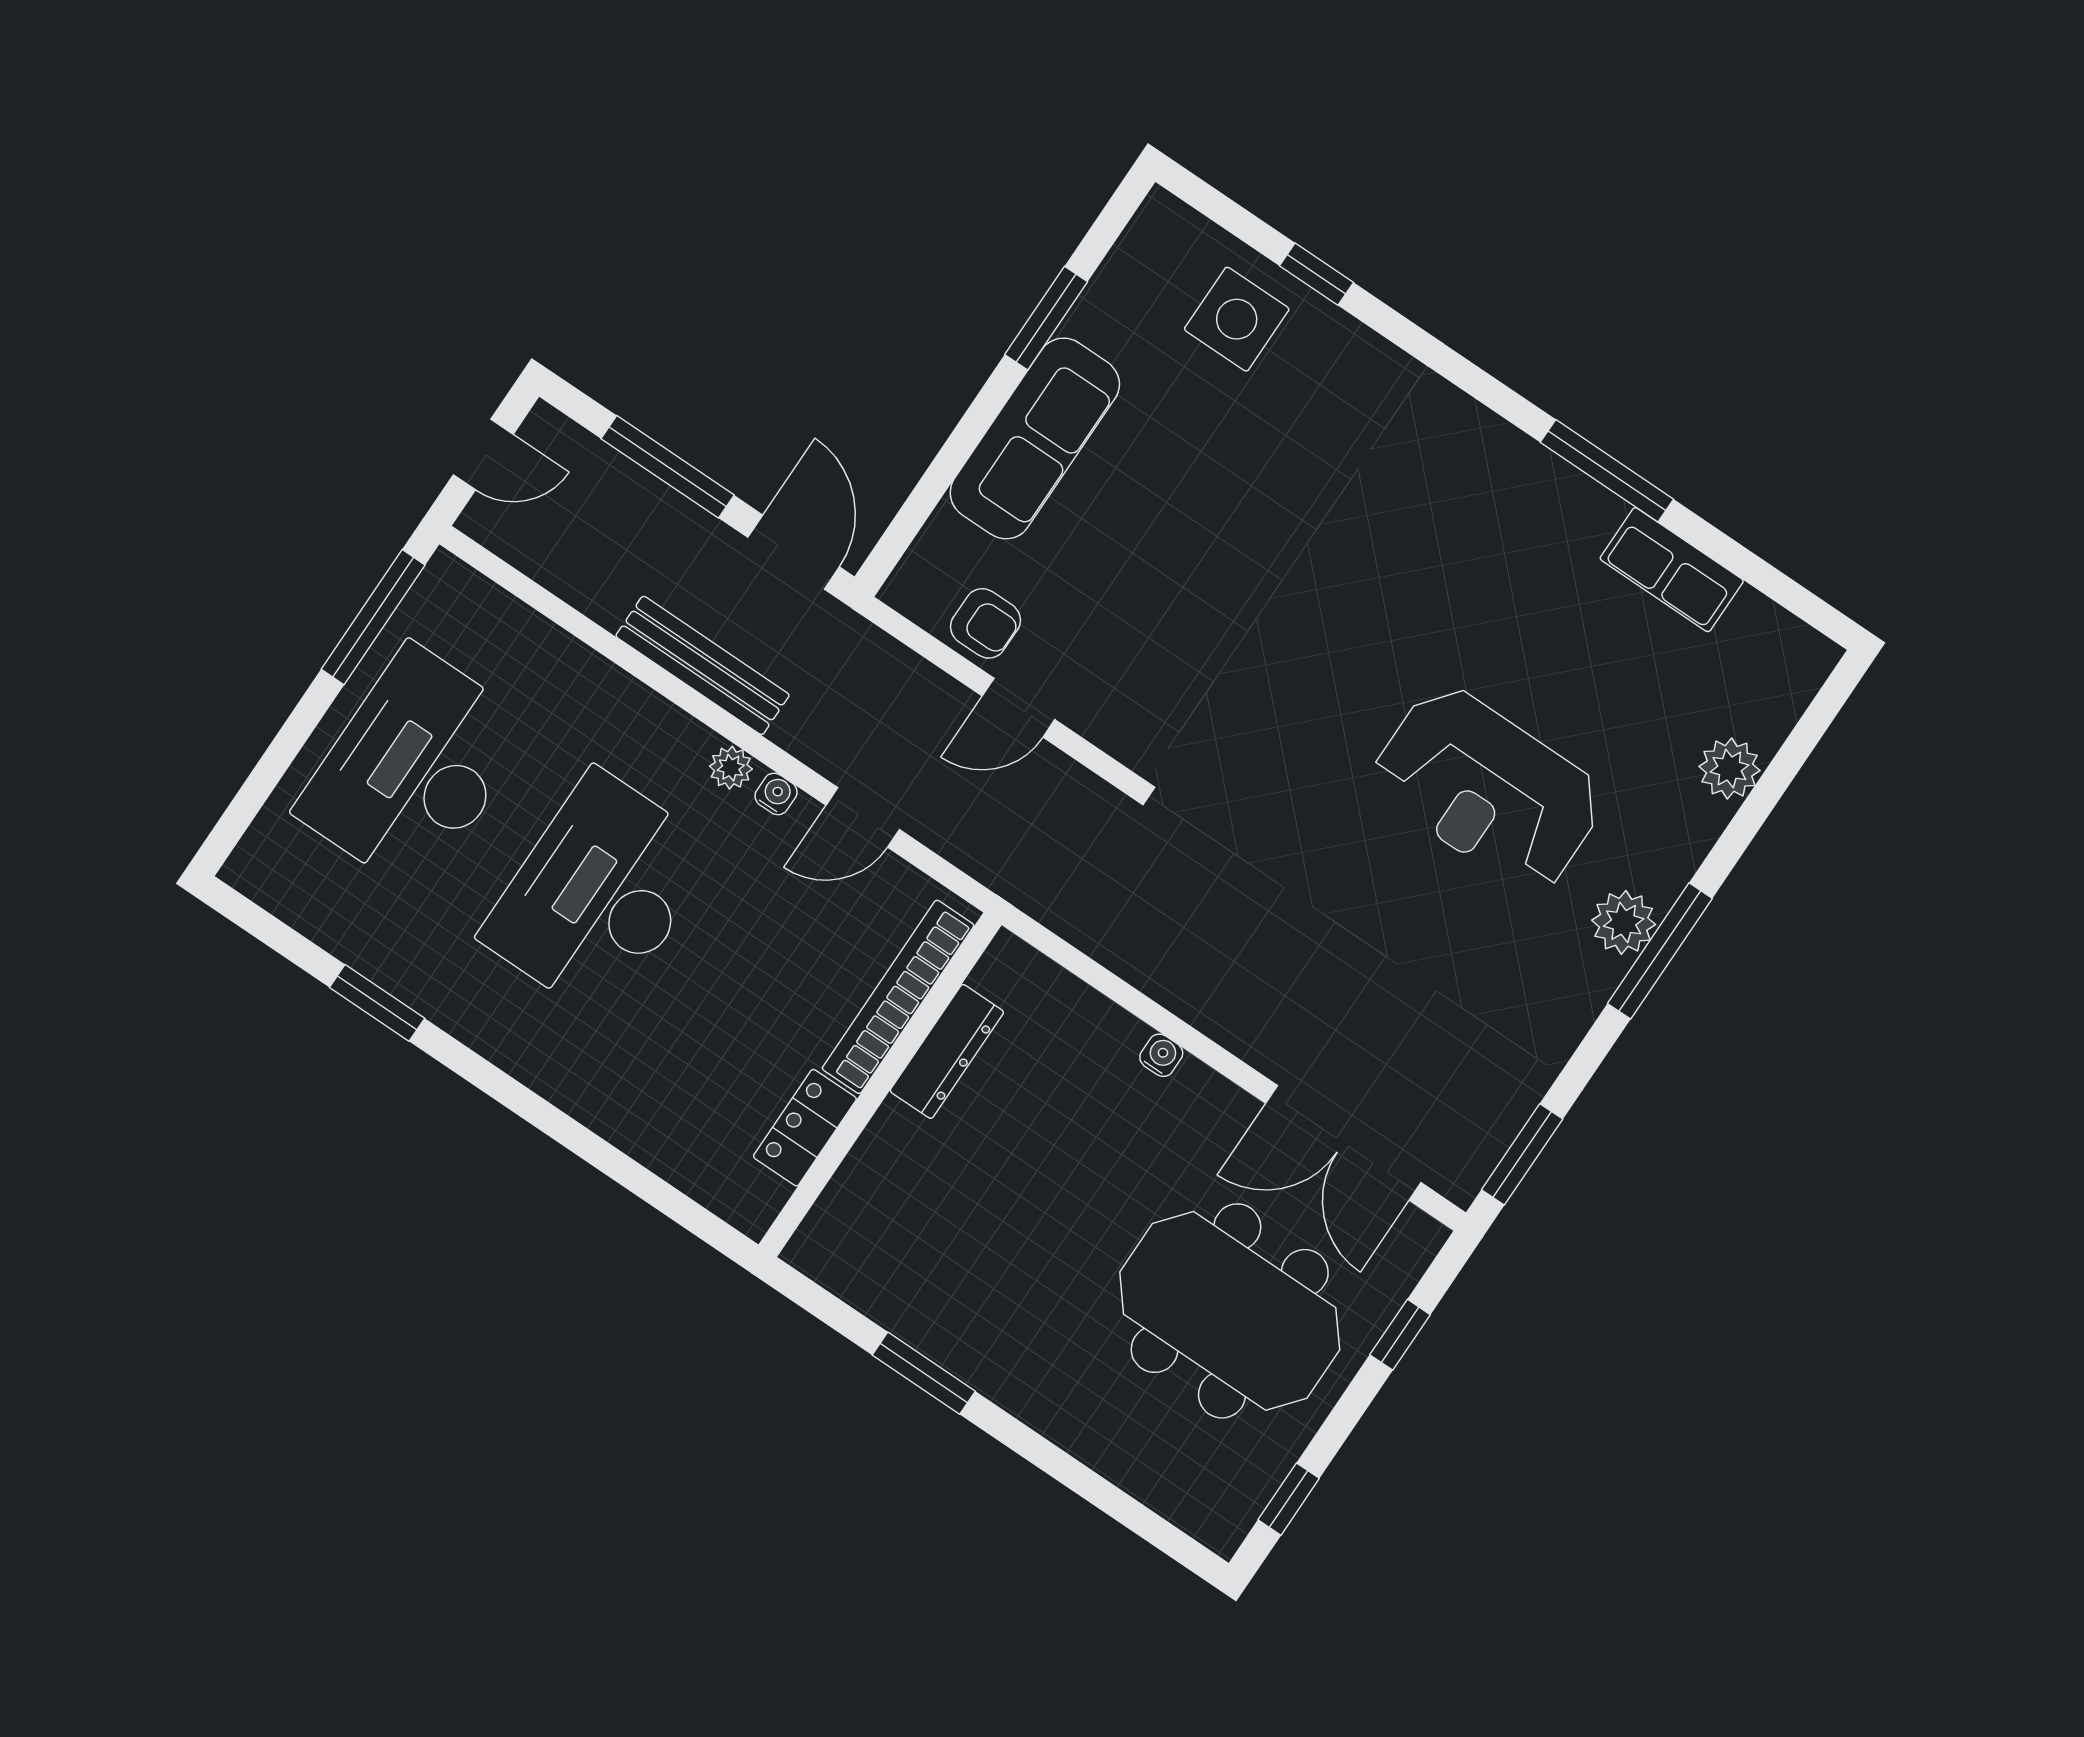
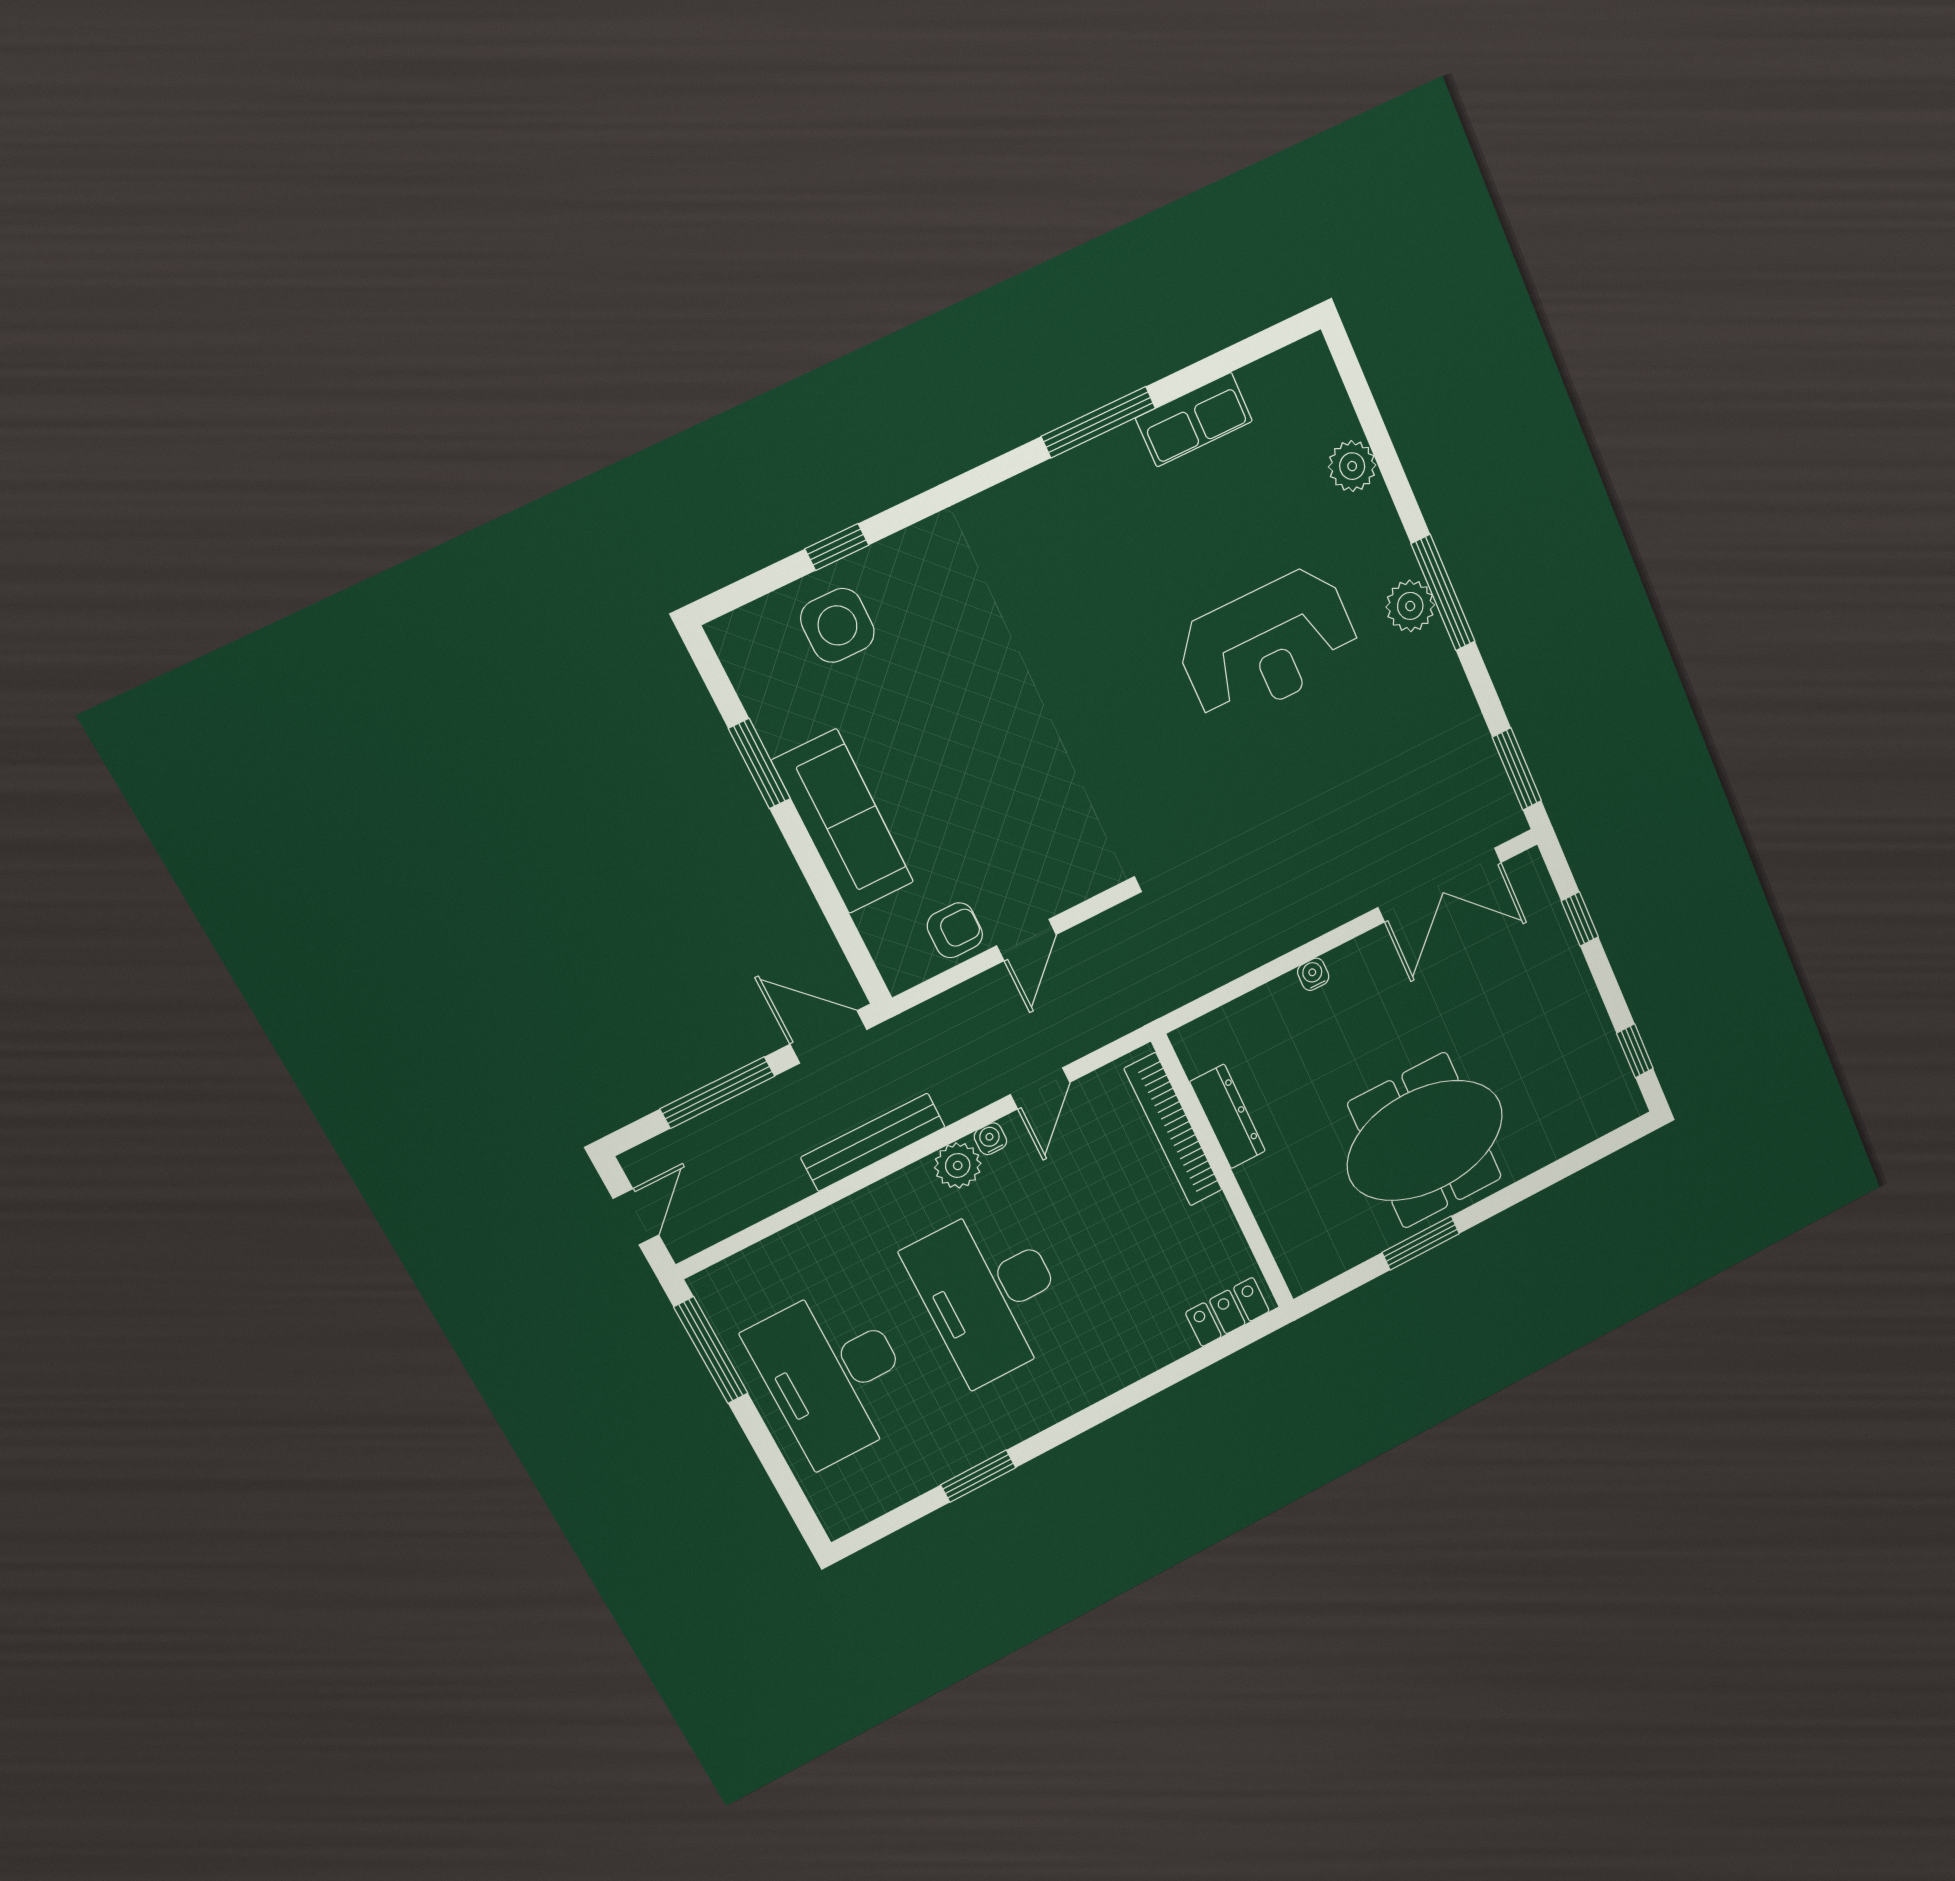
plant: (731, 768) -> (958, 1165), width x1.38, depth x1.38
locker: (805, 1128) -> (1227, 1312), moved, turned 90
meeting table: (1230, 1311) -> (1425, 1141), moved

